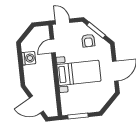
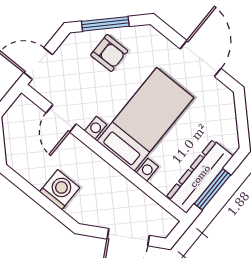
washing machine: (29, 58) -> (60, 190), moved
dresser: (78, 108) -> (200, 176), added

